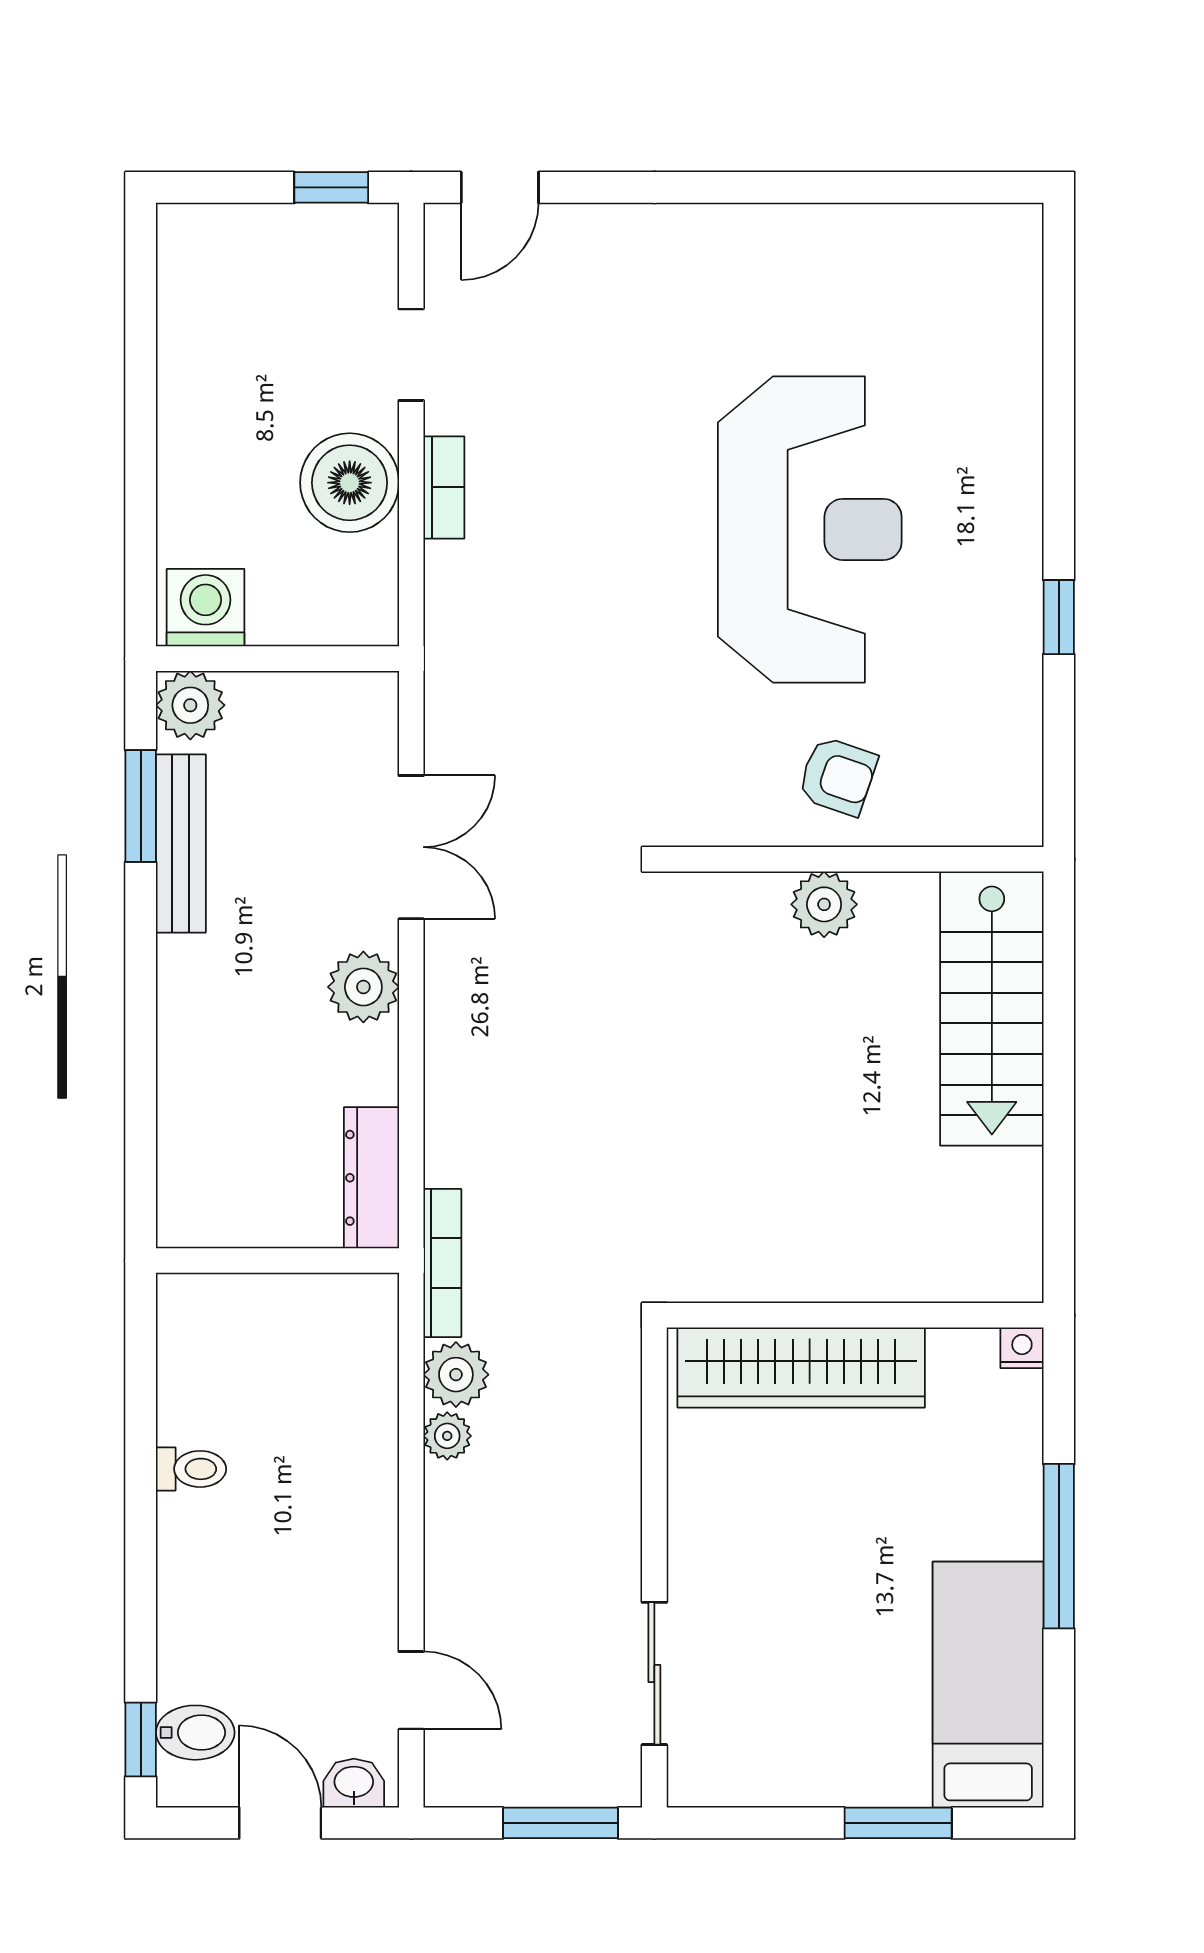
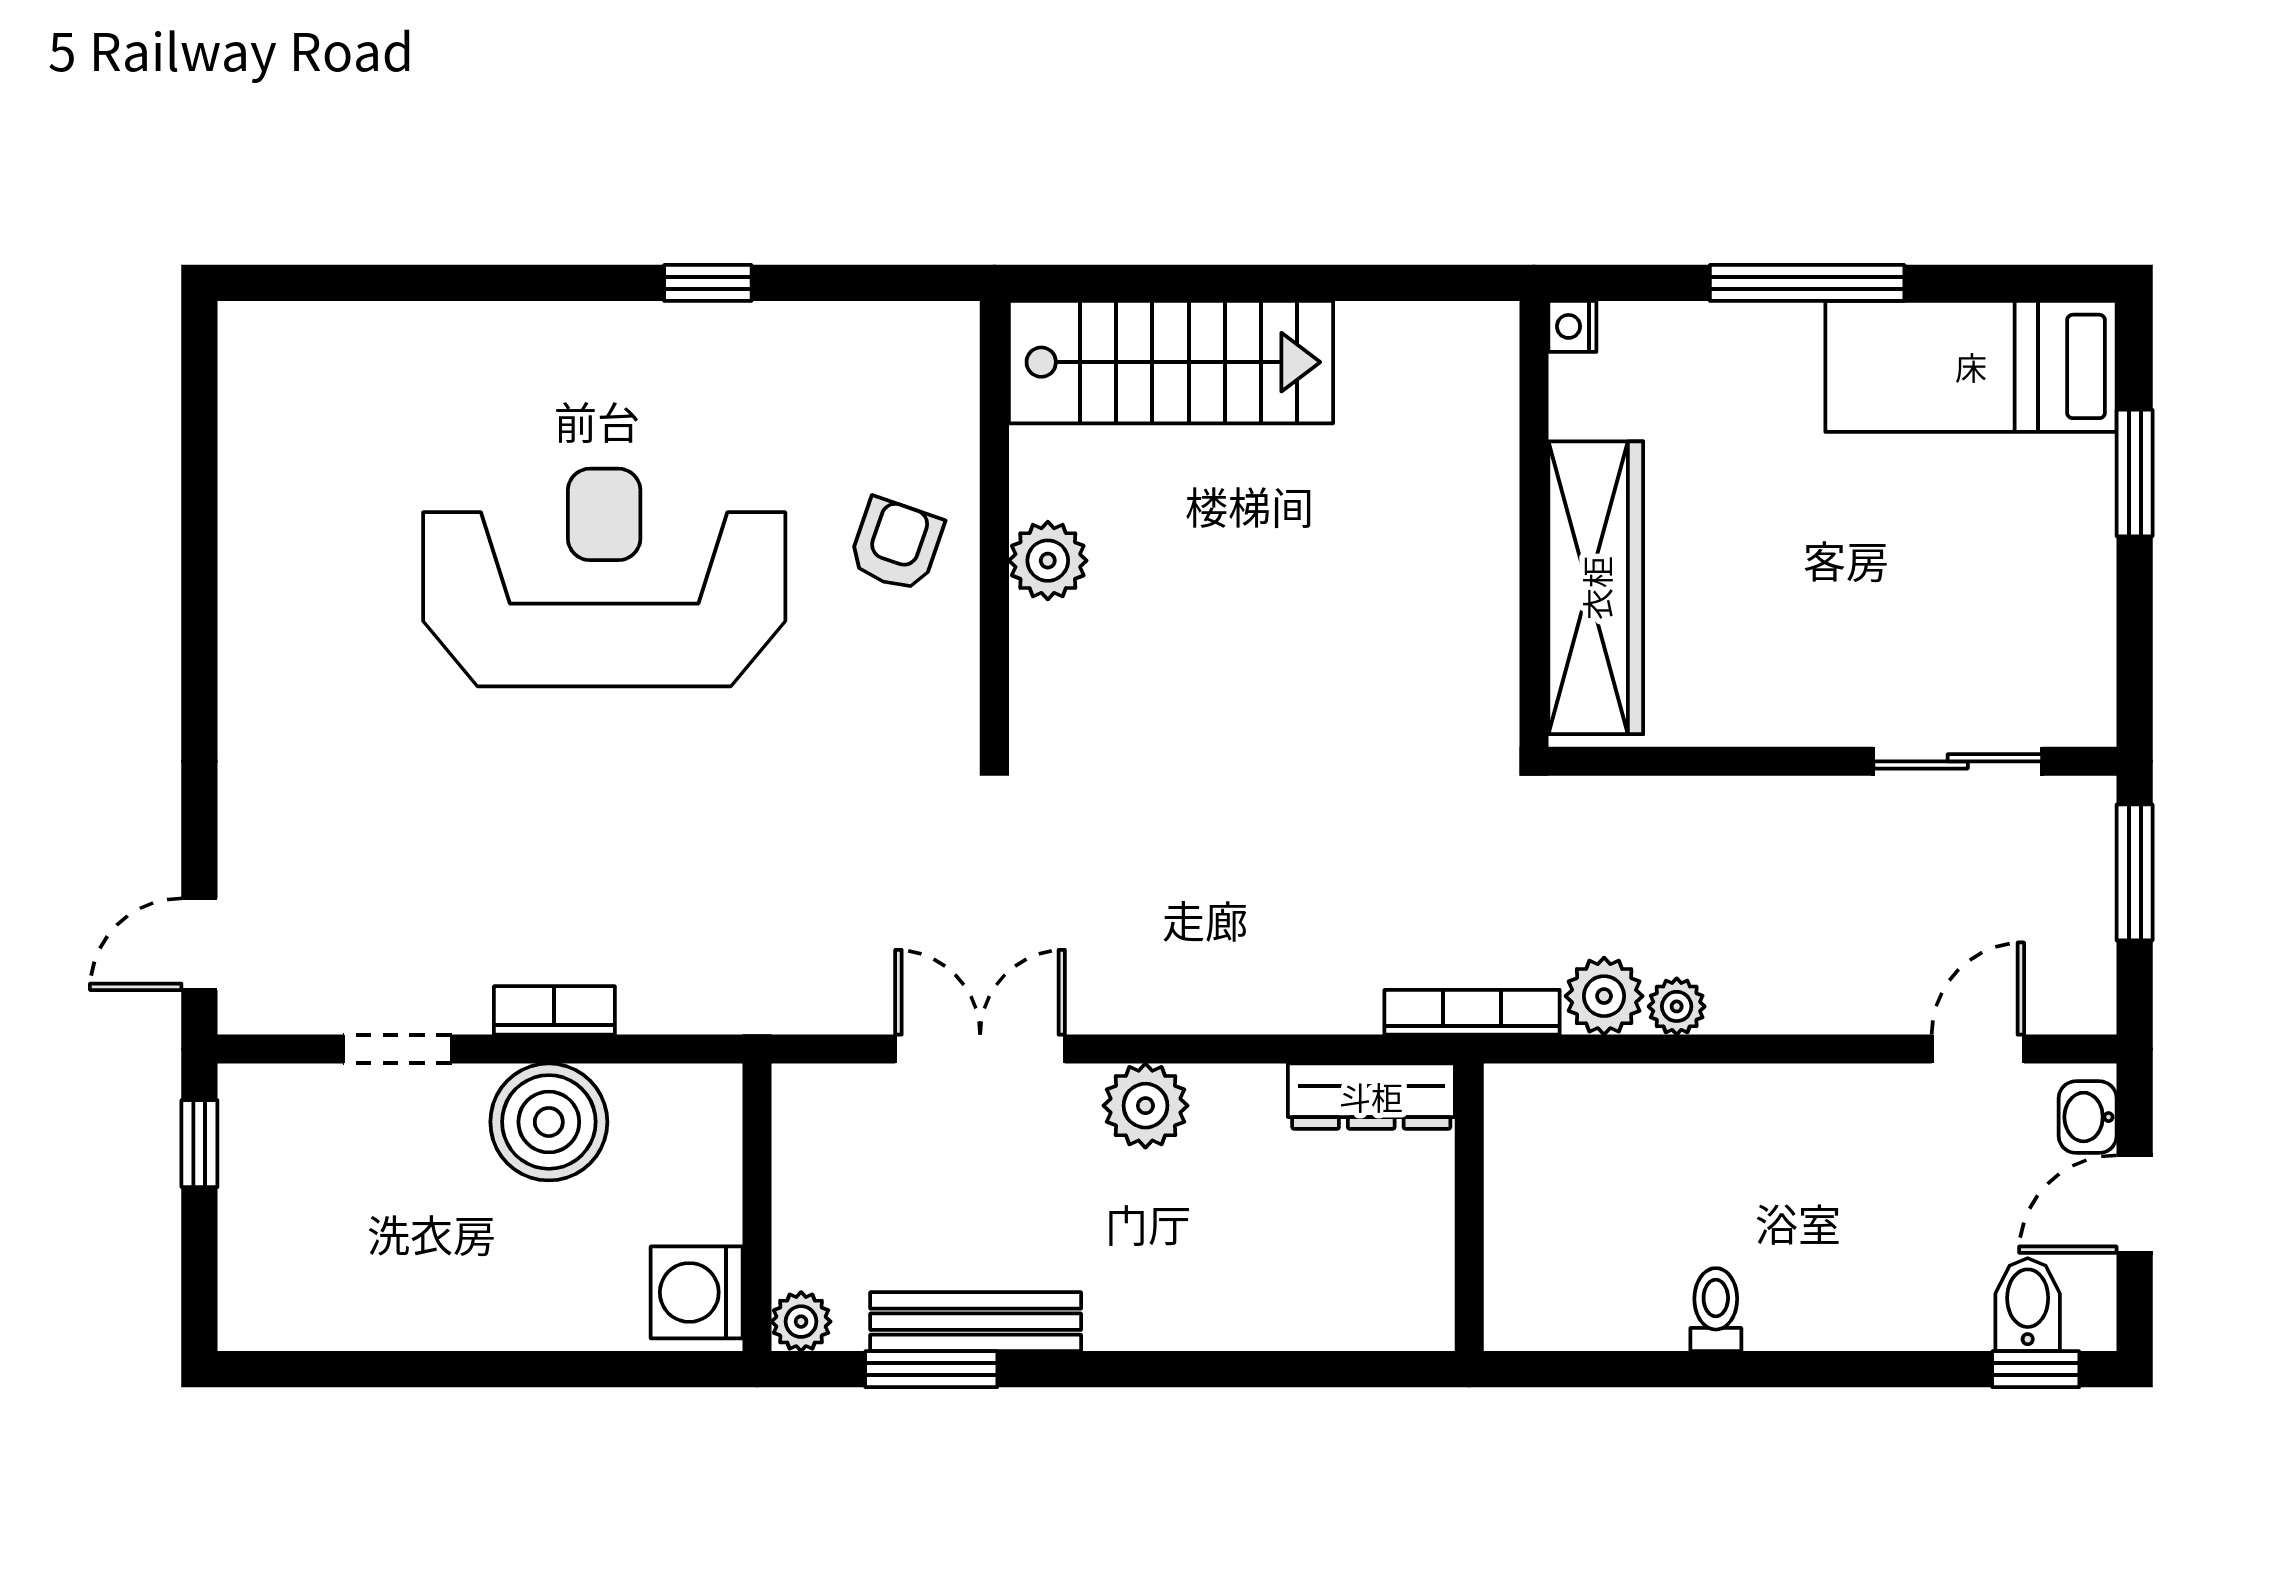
door: (500, 187) -> (199, 944), swing flipped
plant: (190, 705) -> (801, 1322), width x0.73, depth x0.73

